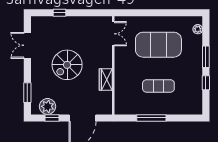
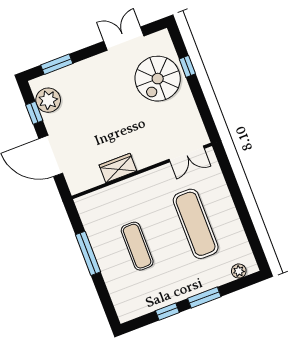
exercise mat: (158, 45) -> (196, 224), width x0.68
spiral stairs: (67, 65) -> (158, 79), moved, turned -90

